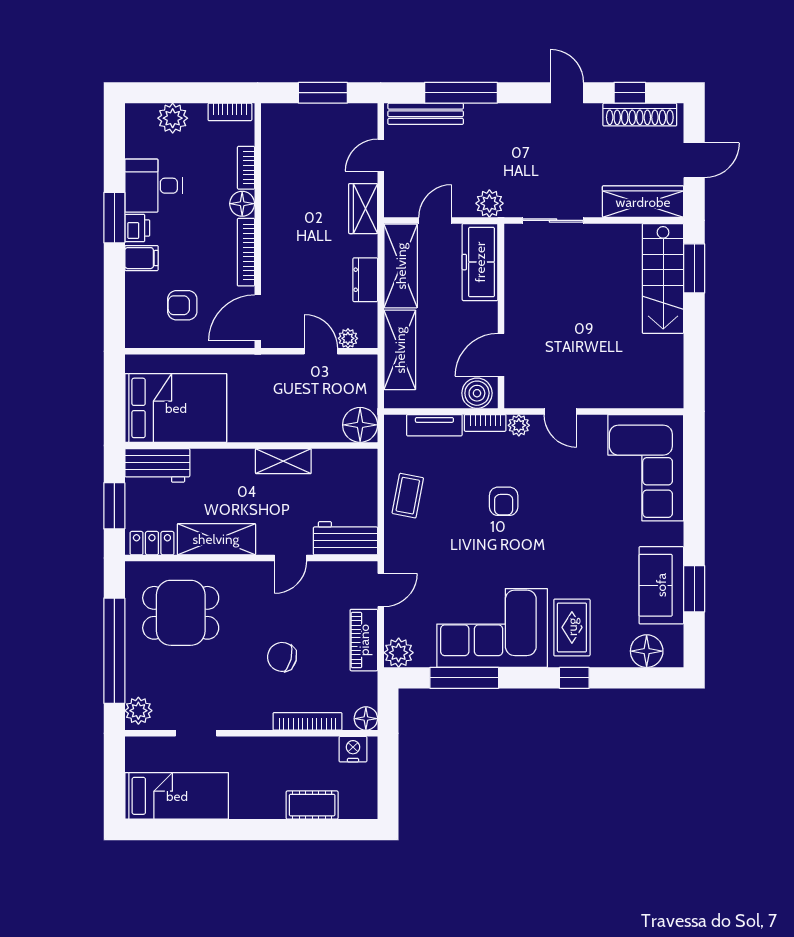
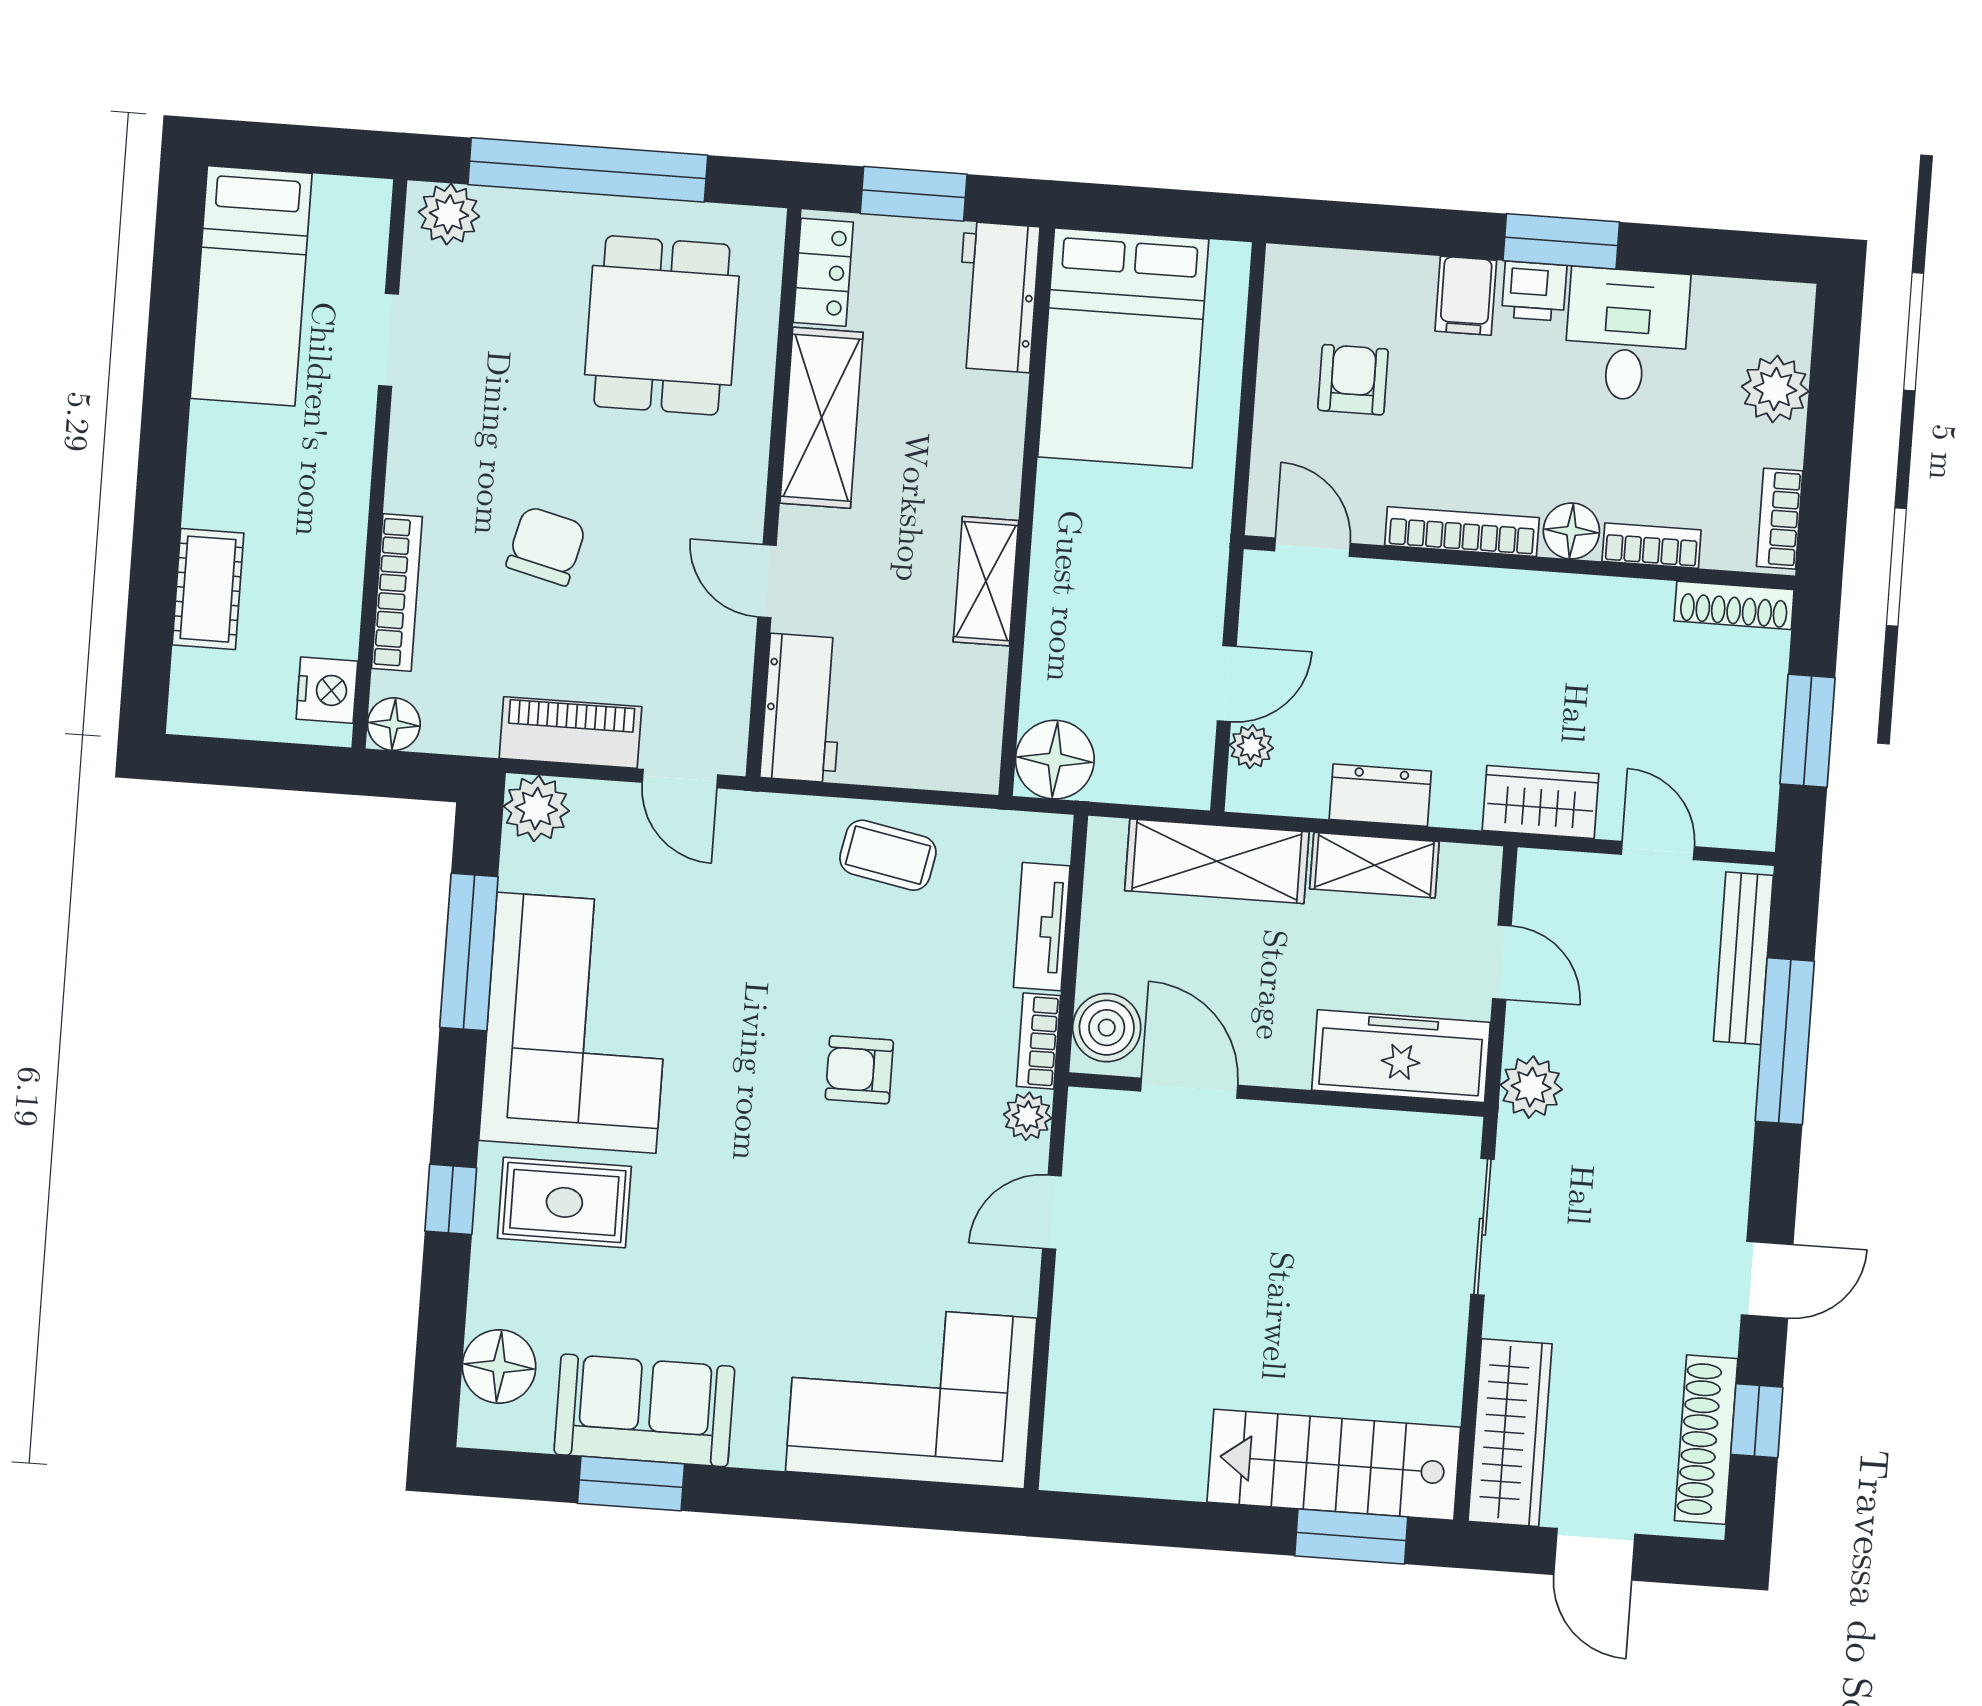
shoe rack: (270, 129) -> (1734, 605), added
shelving: (401, 266) -> (1374, 865), width x0.67, depth x0.75
door: (258, 318) -> (1312, 547), width x0.73

